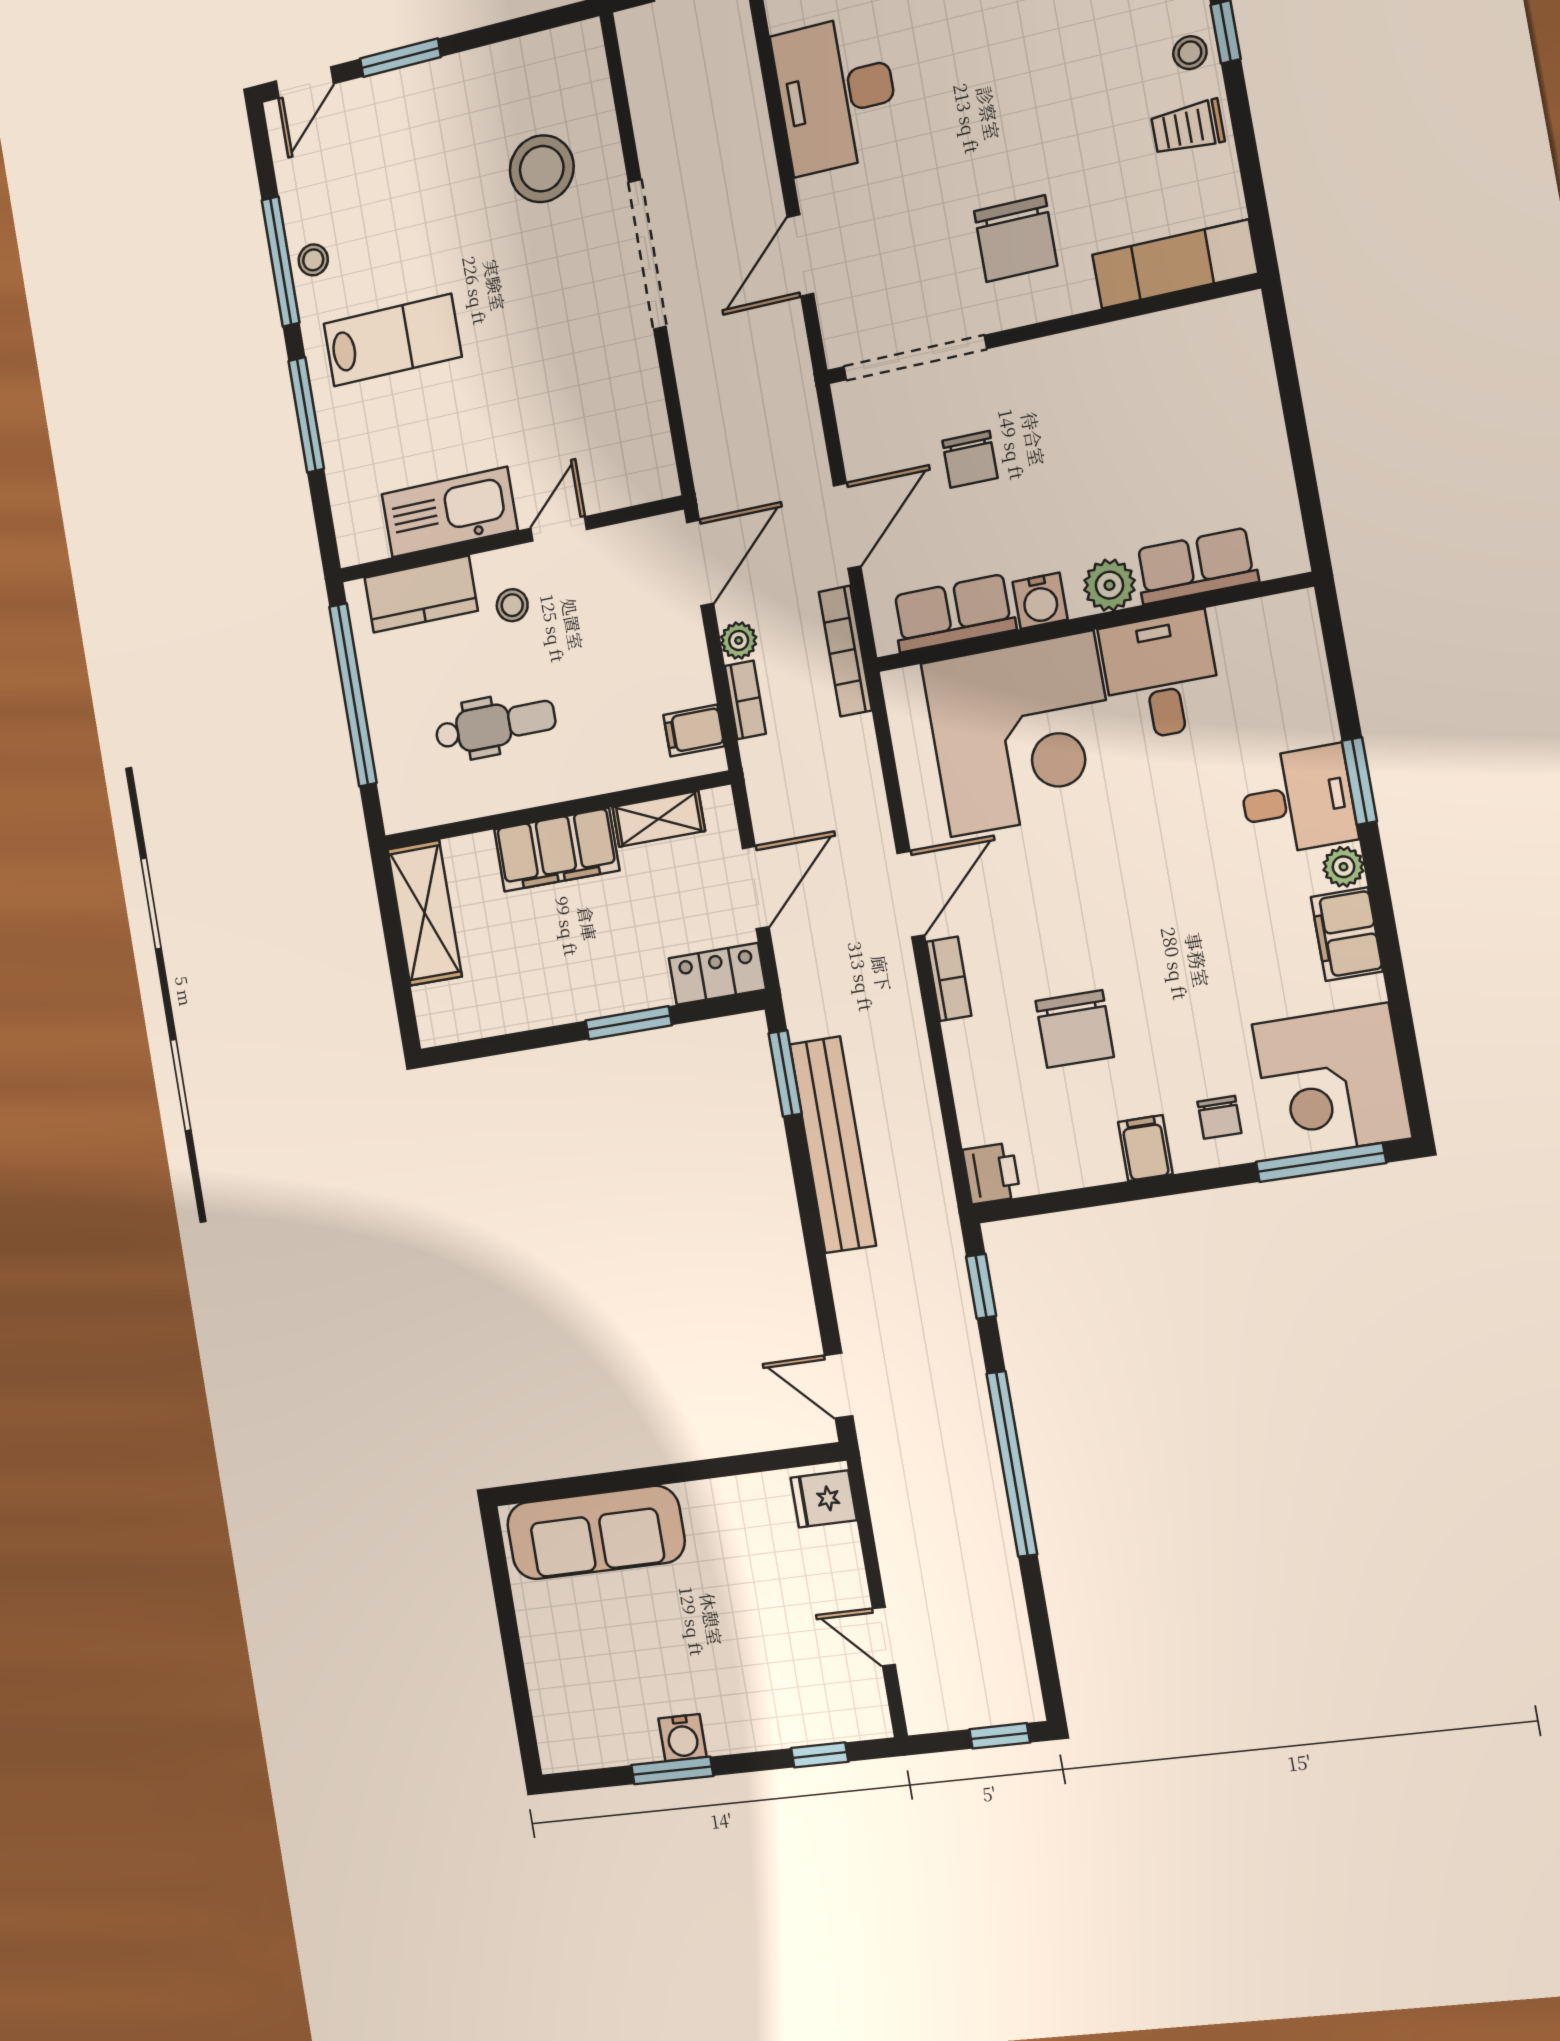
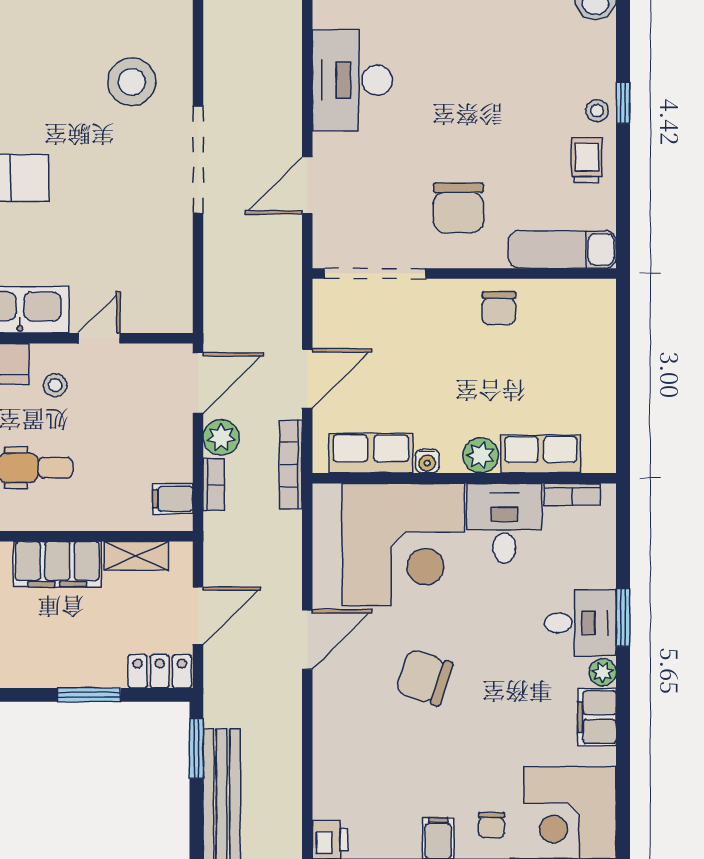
trolley: (1188, 128) -> (587, 160), turned 90
chair: (970, 459) -> (499, 308), moved
water cooler: (1040, 601) -> (427, 461), width x0.72, depth x0.72
plant: (739, 640) -> (221, 437), width x1.38, depth x1.38
bookcase: (949, 979) -> (572, 494), moved, turned 90
chair: (1075, 1029) -> (424, 677), moved, turned 109

